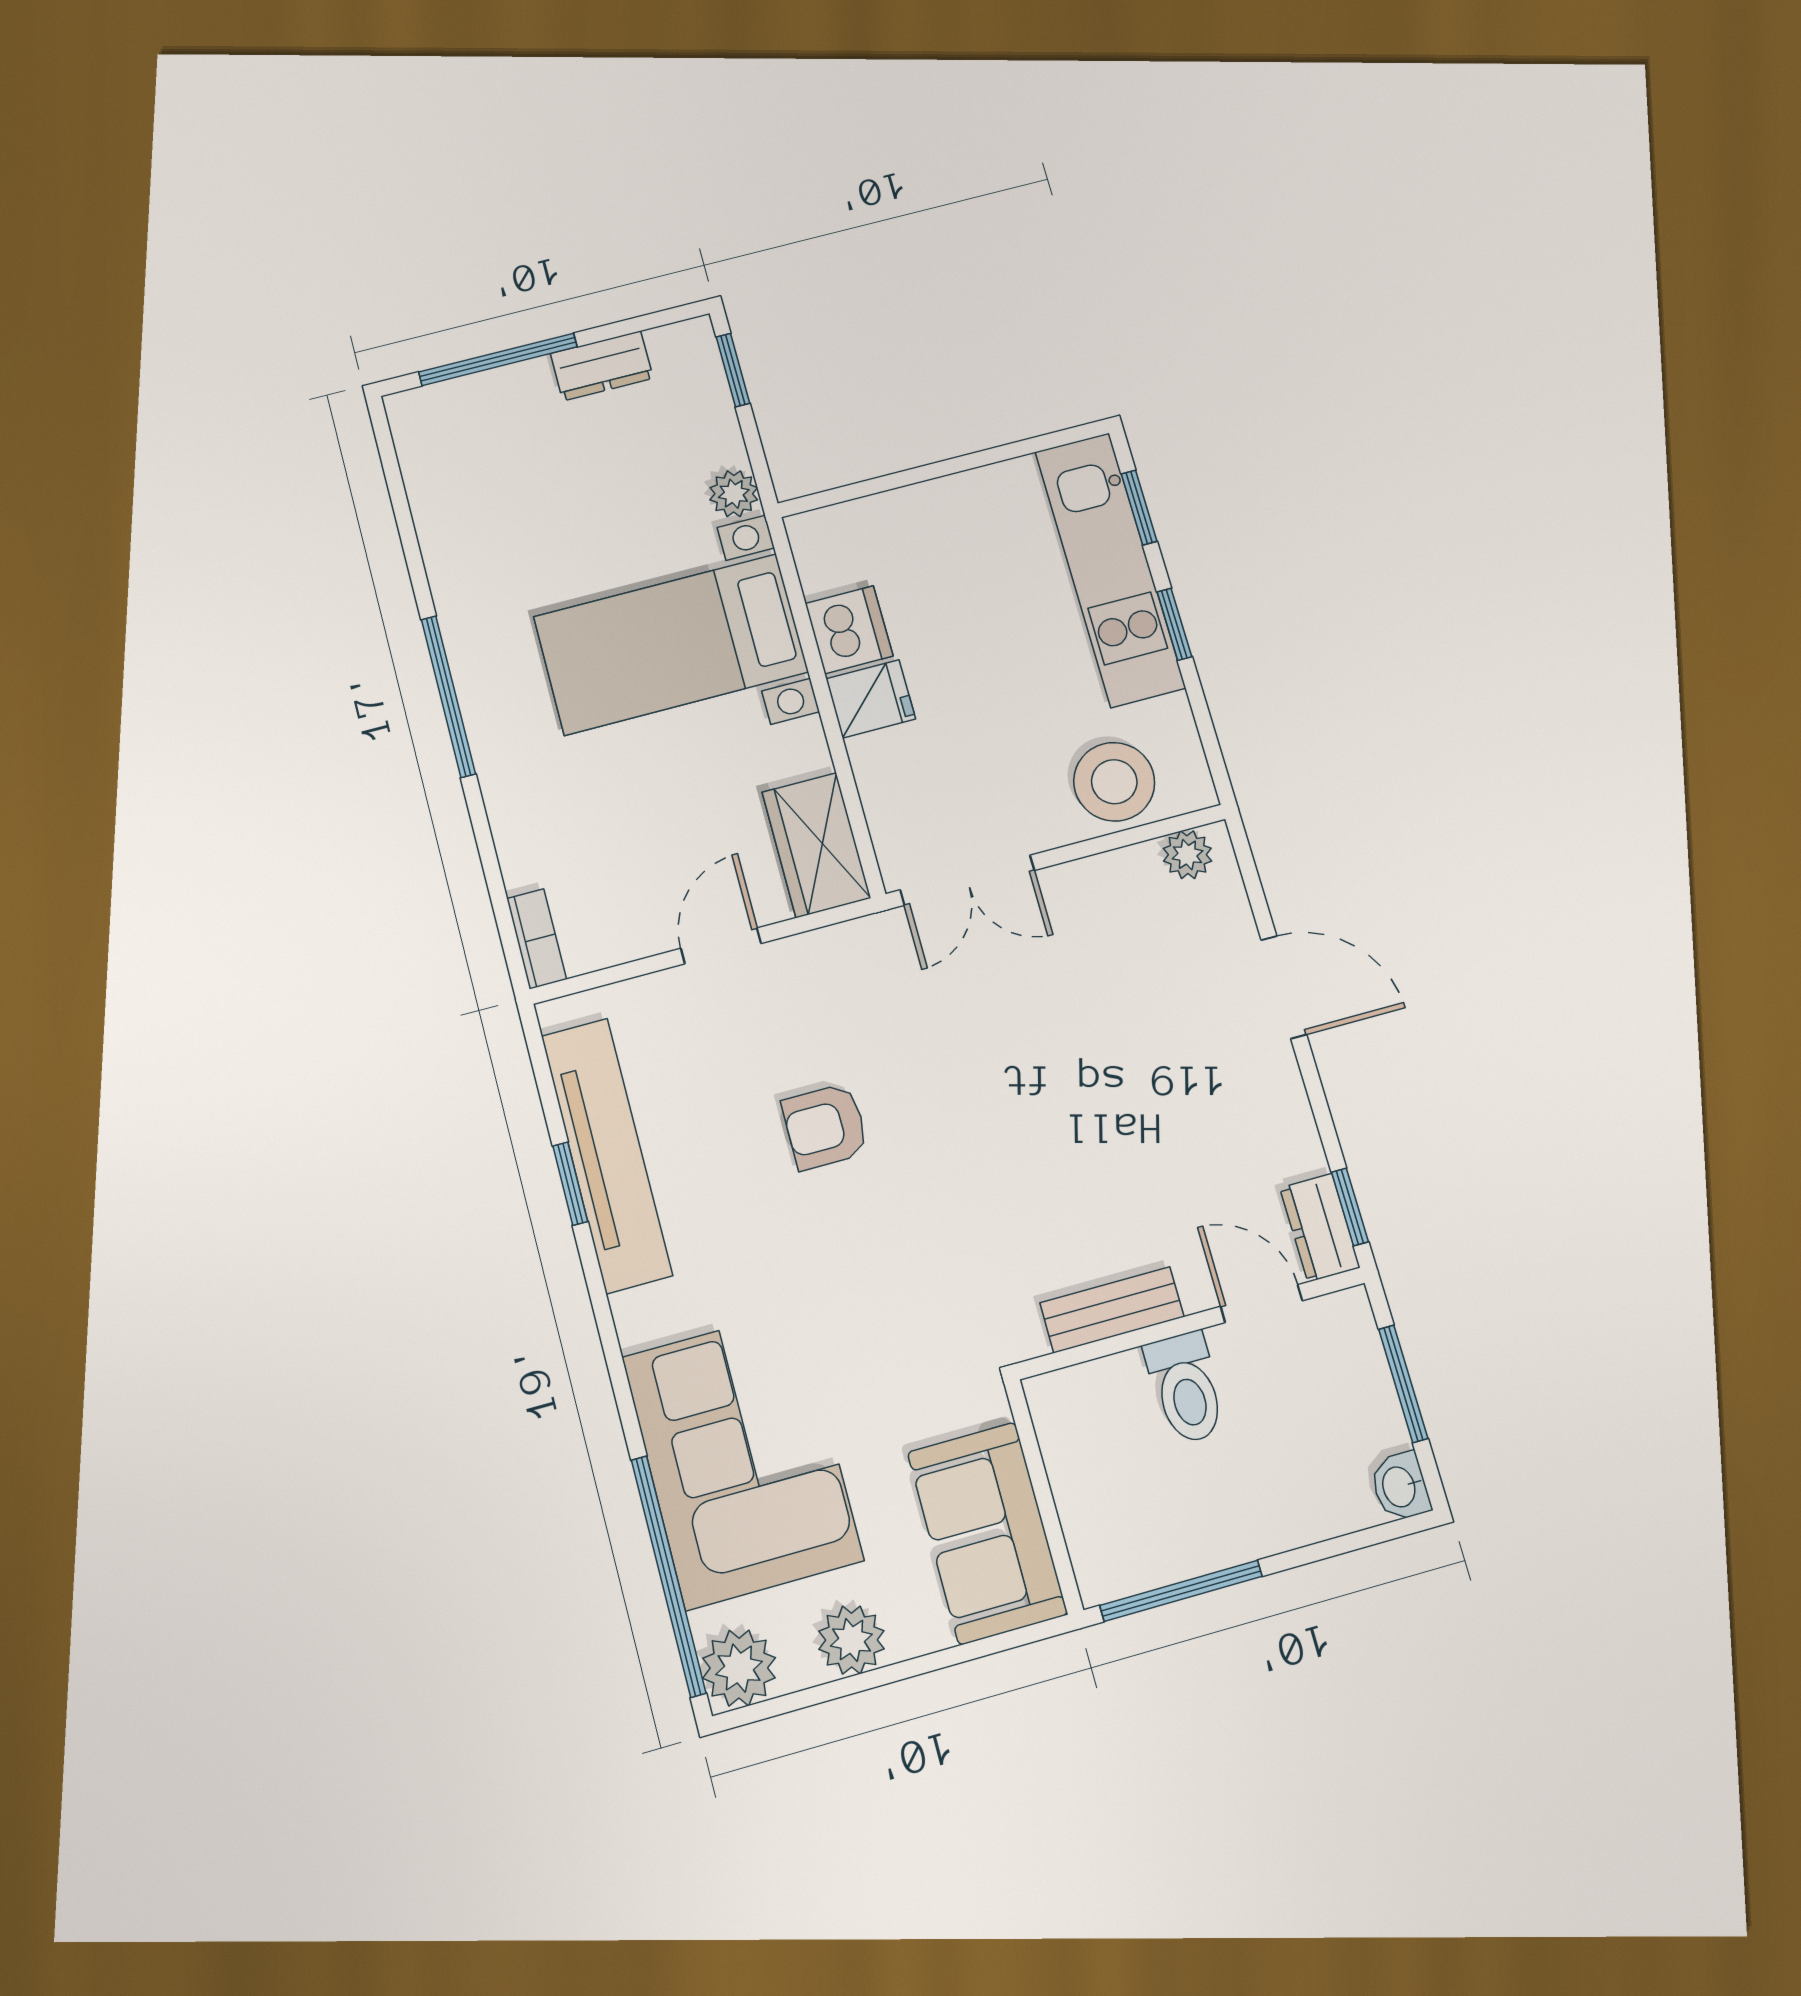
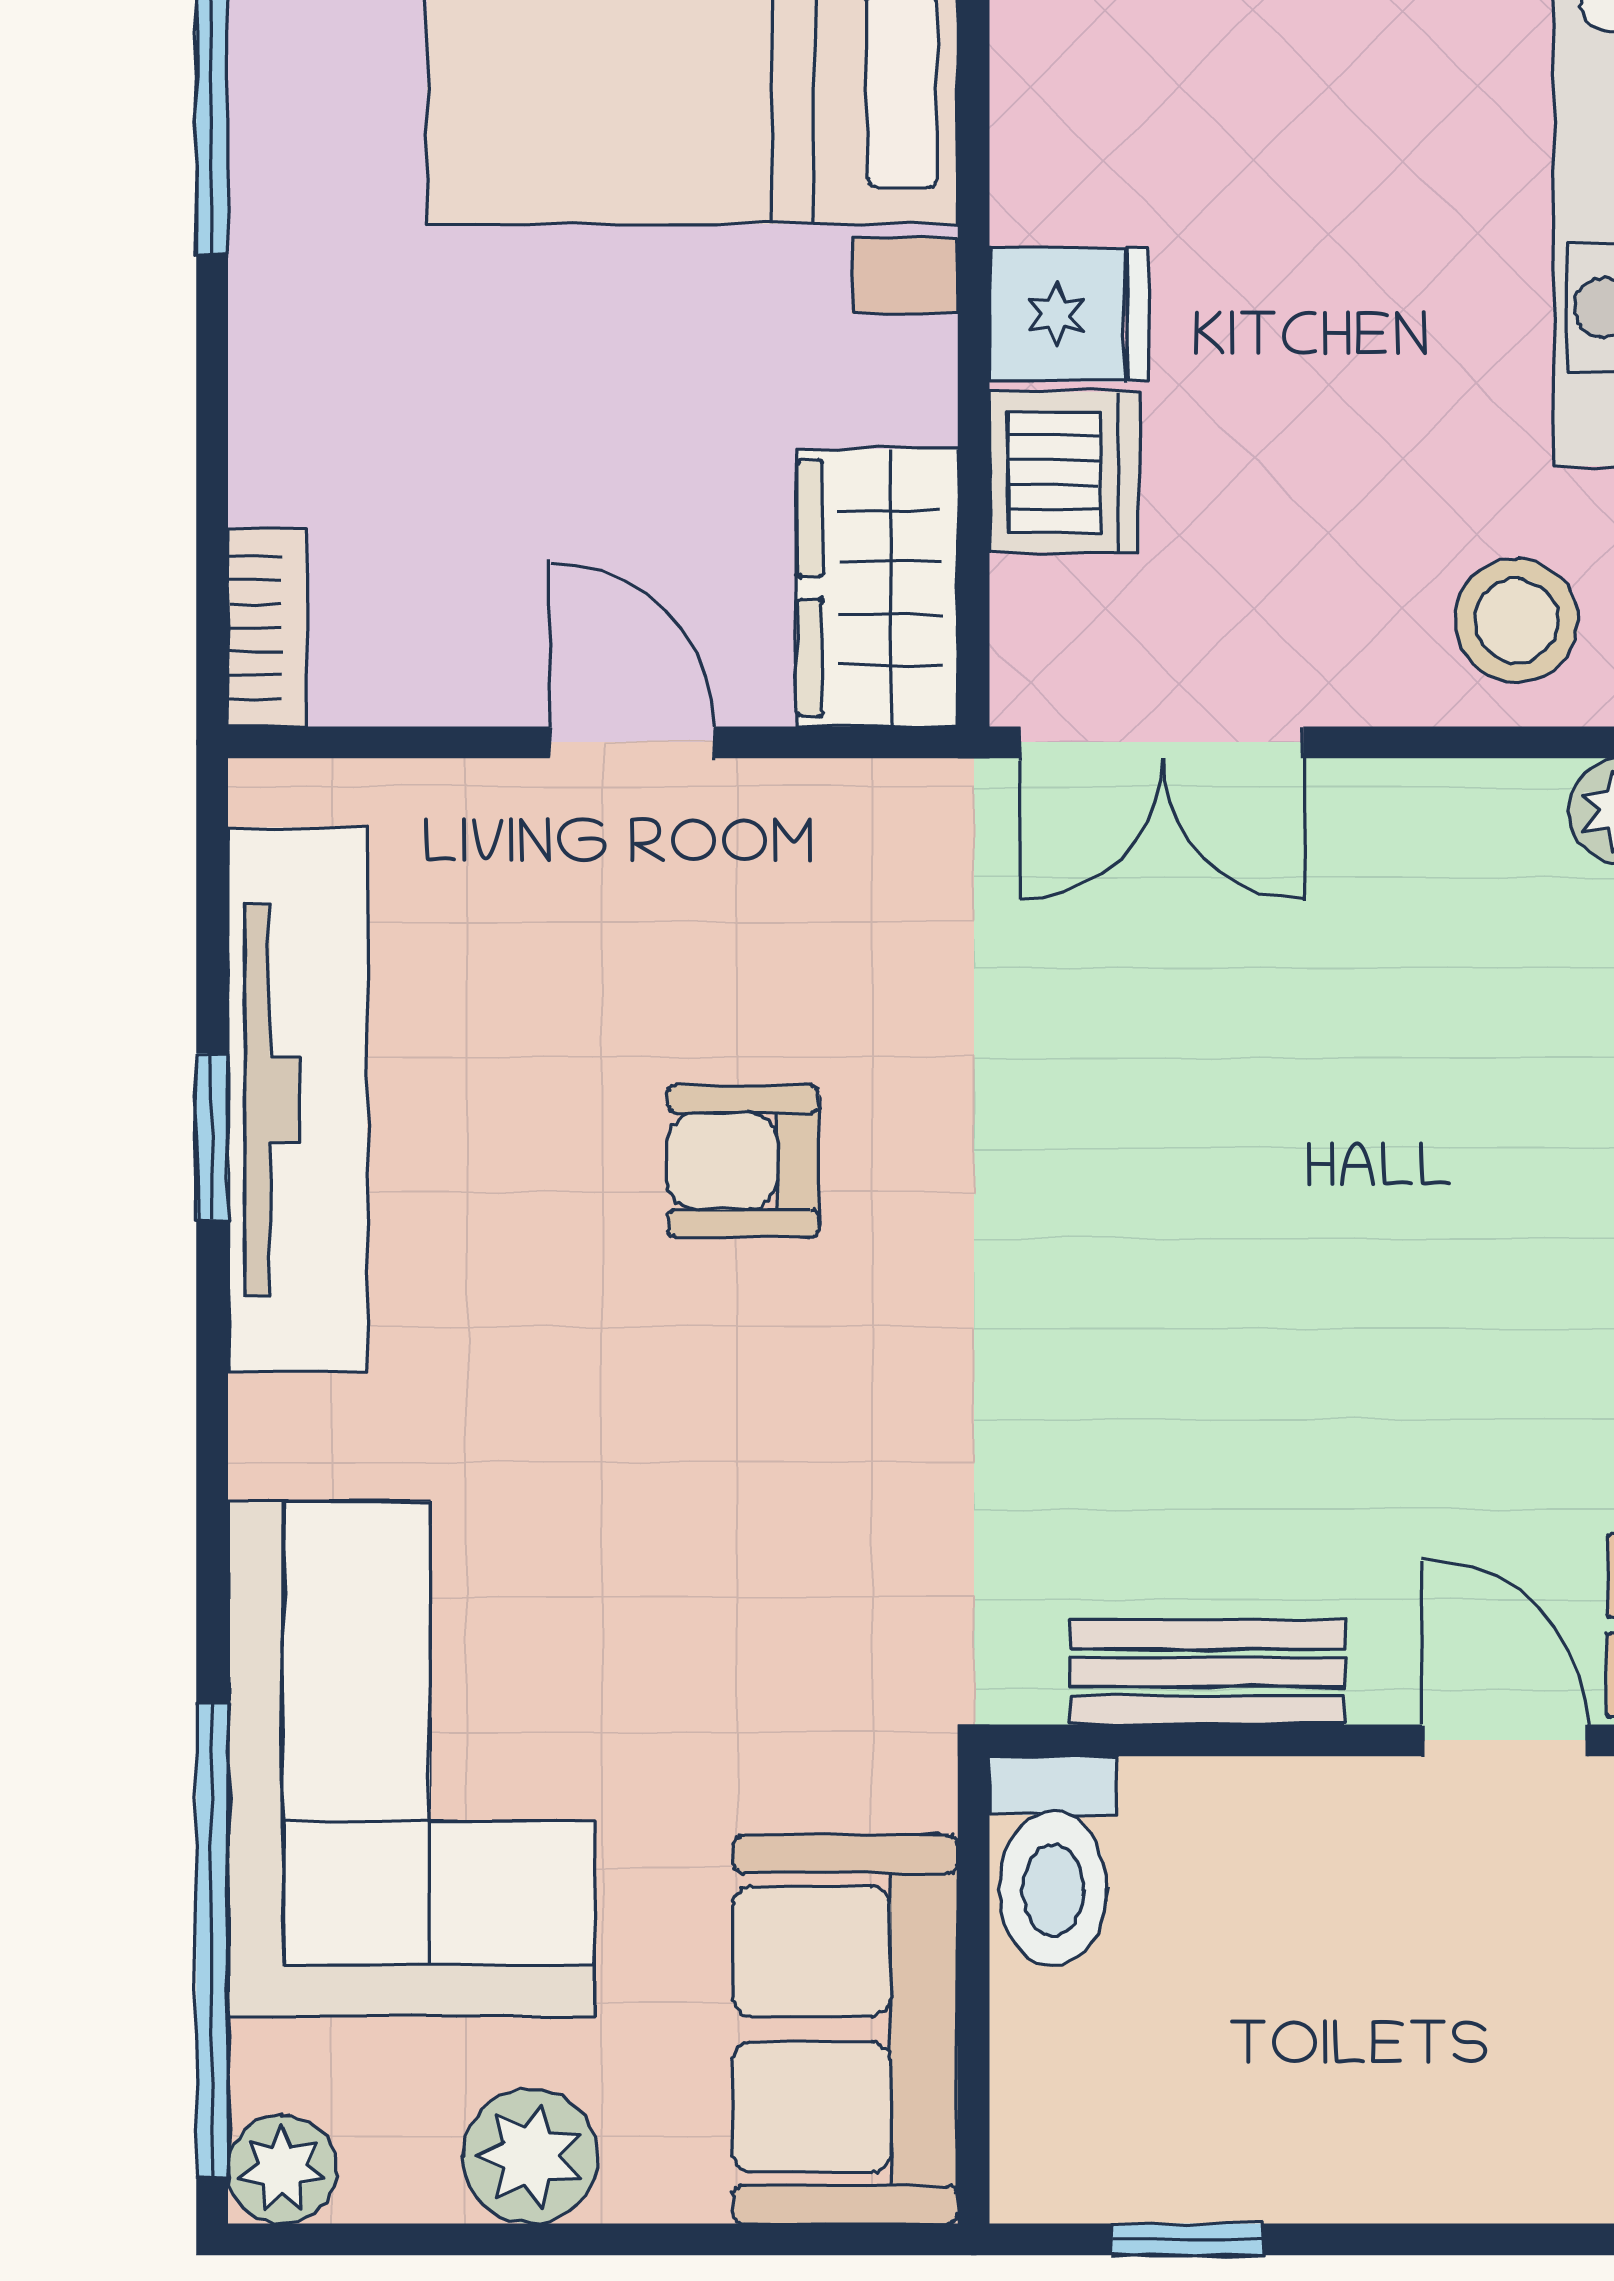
dishwasher: (849, 630) -> (1064, 472), moved
stool: (1114, 782) -> (1517, 621), width x0.73, depth x0.73
door: (721, 946) -> (632, 742), hinge flipped
toilet: (1186, 1388) -> (1053, 1861), moved
window: (1181, 1591) -> (1187, 2239), width x0.46
plant: (739, 1668) -> (282, 2169), width x0.73, depth x0.73

